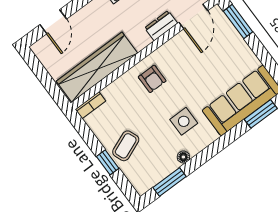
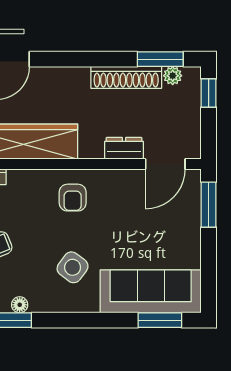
side table: (184, 121) -> (73, 267), turned 37
floor lamp: (183, 157) -> (20, 305), moved

